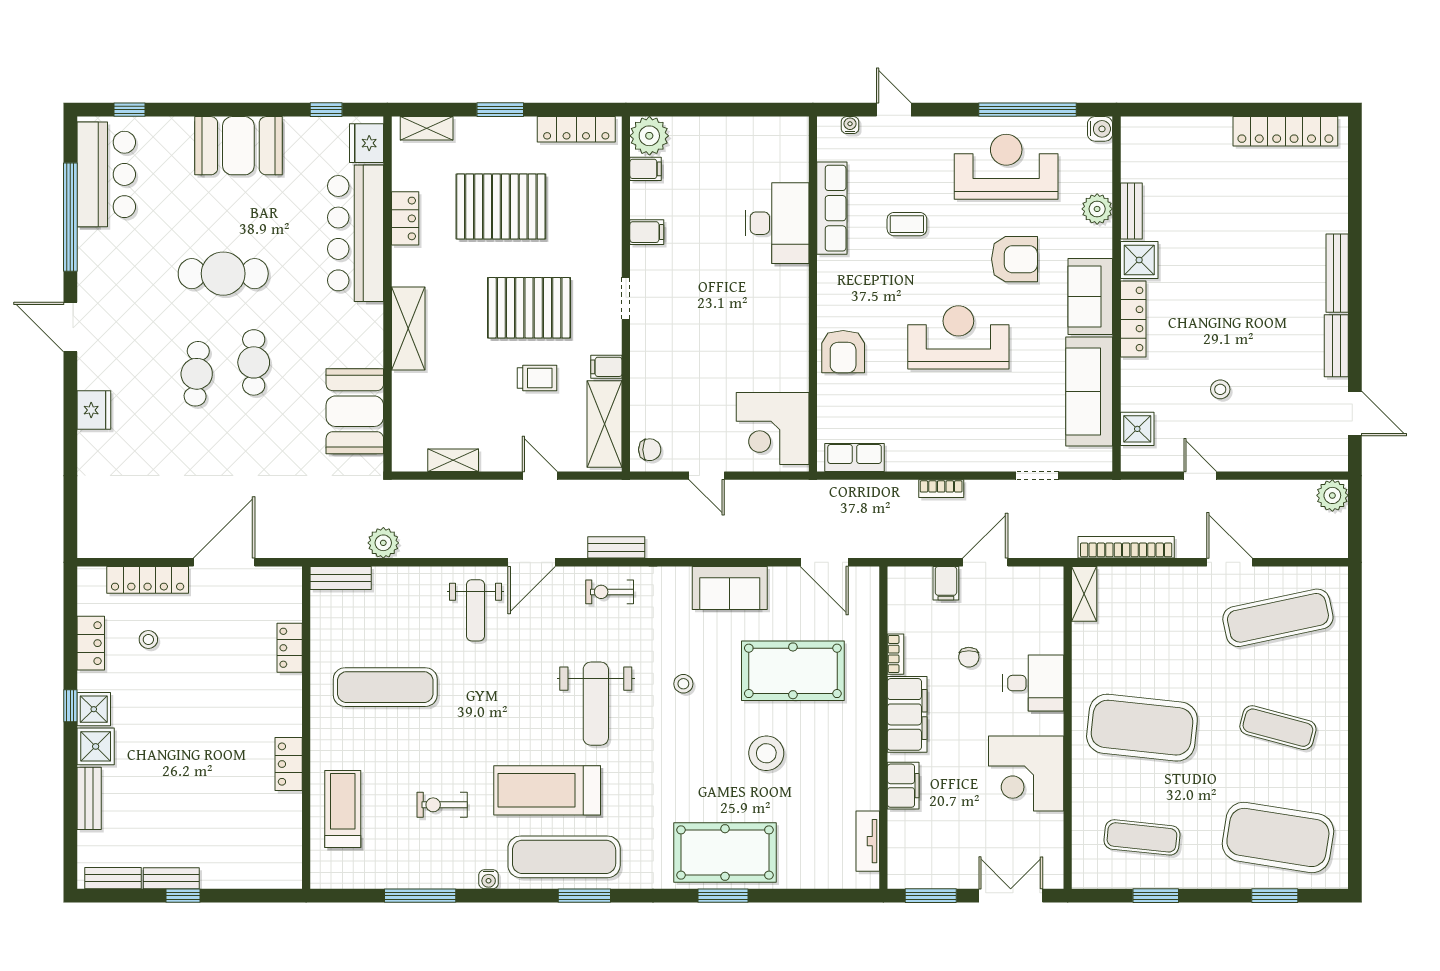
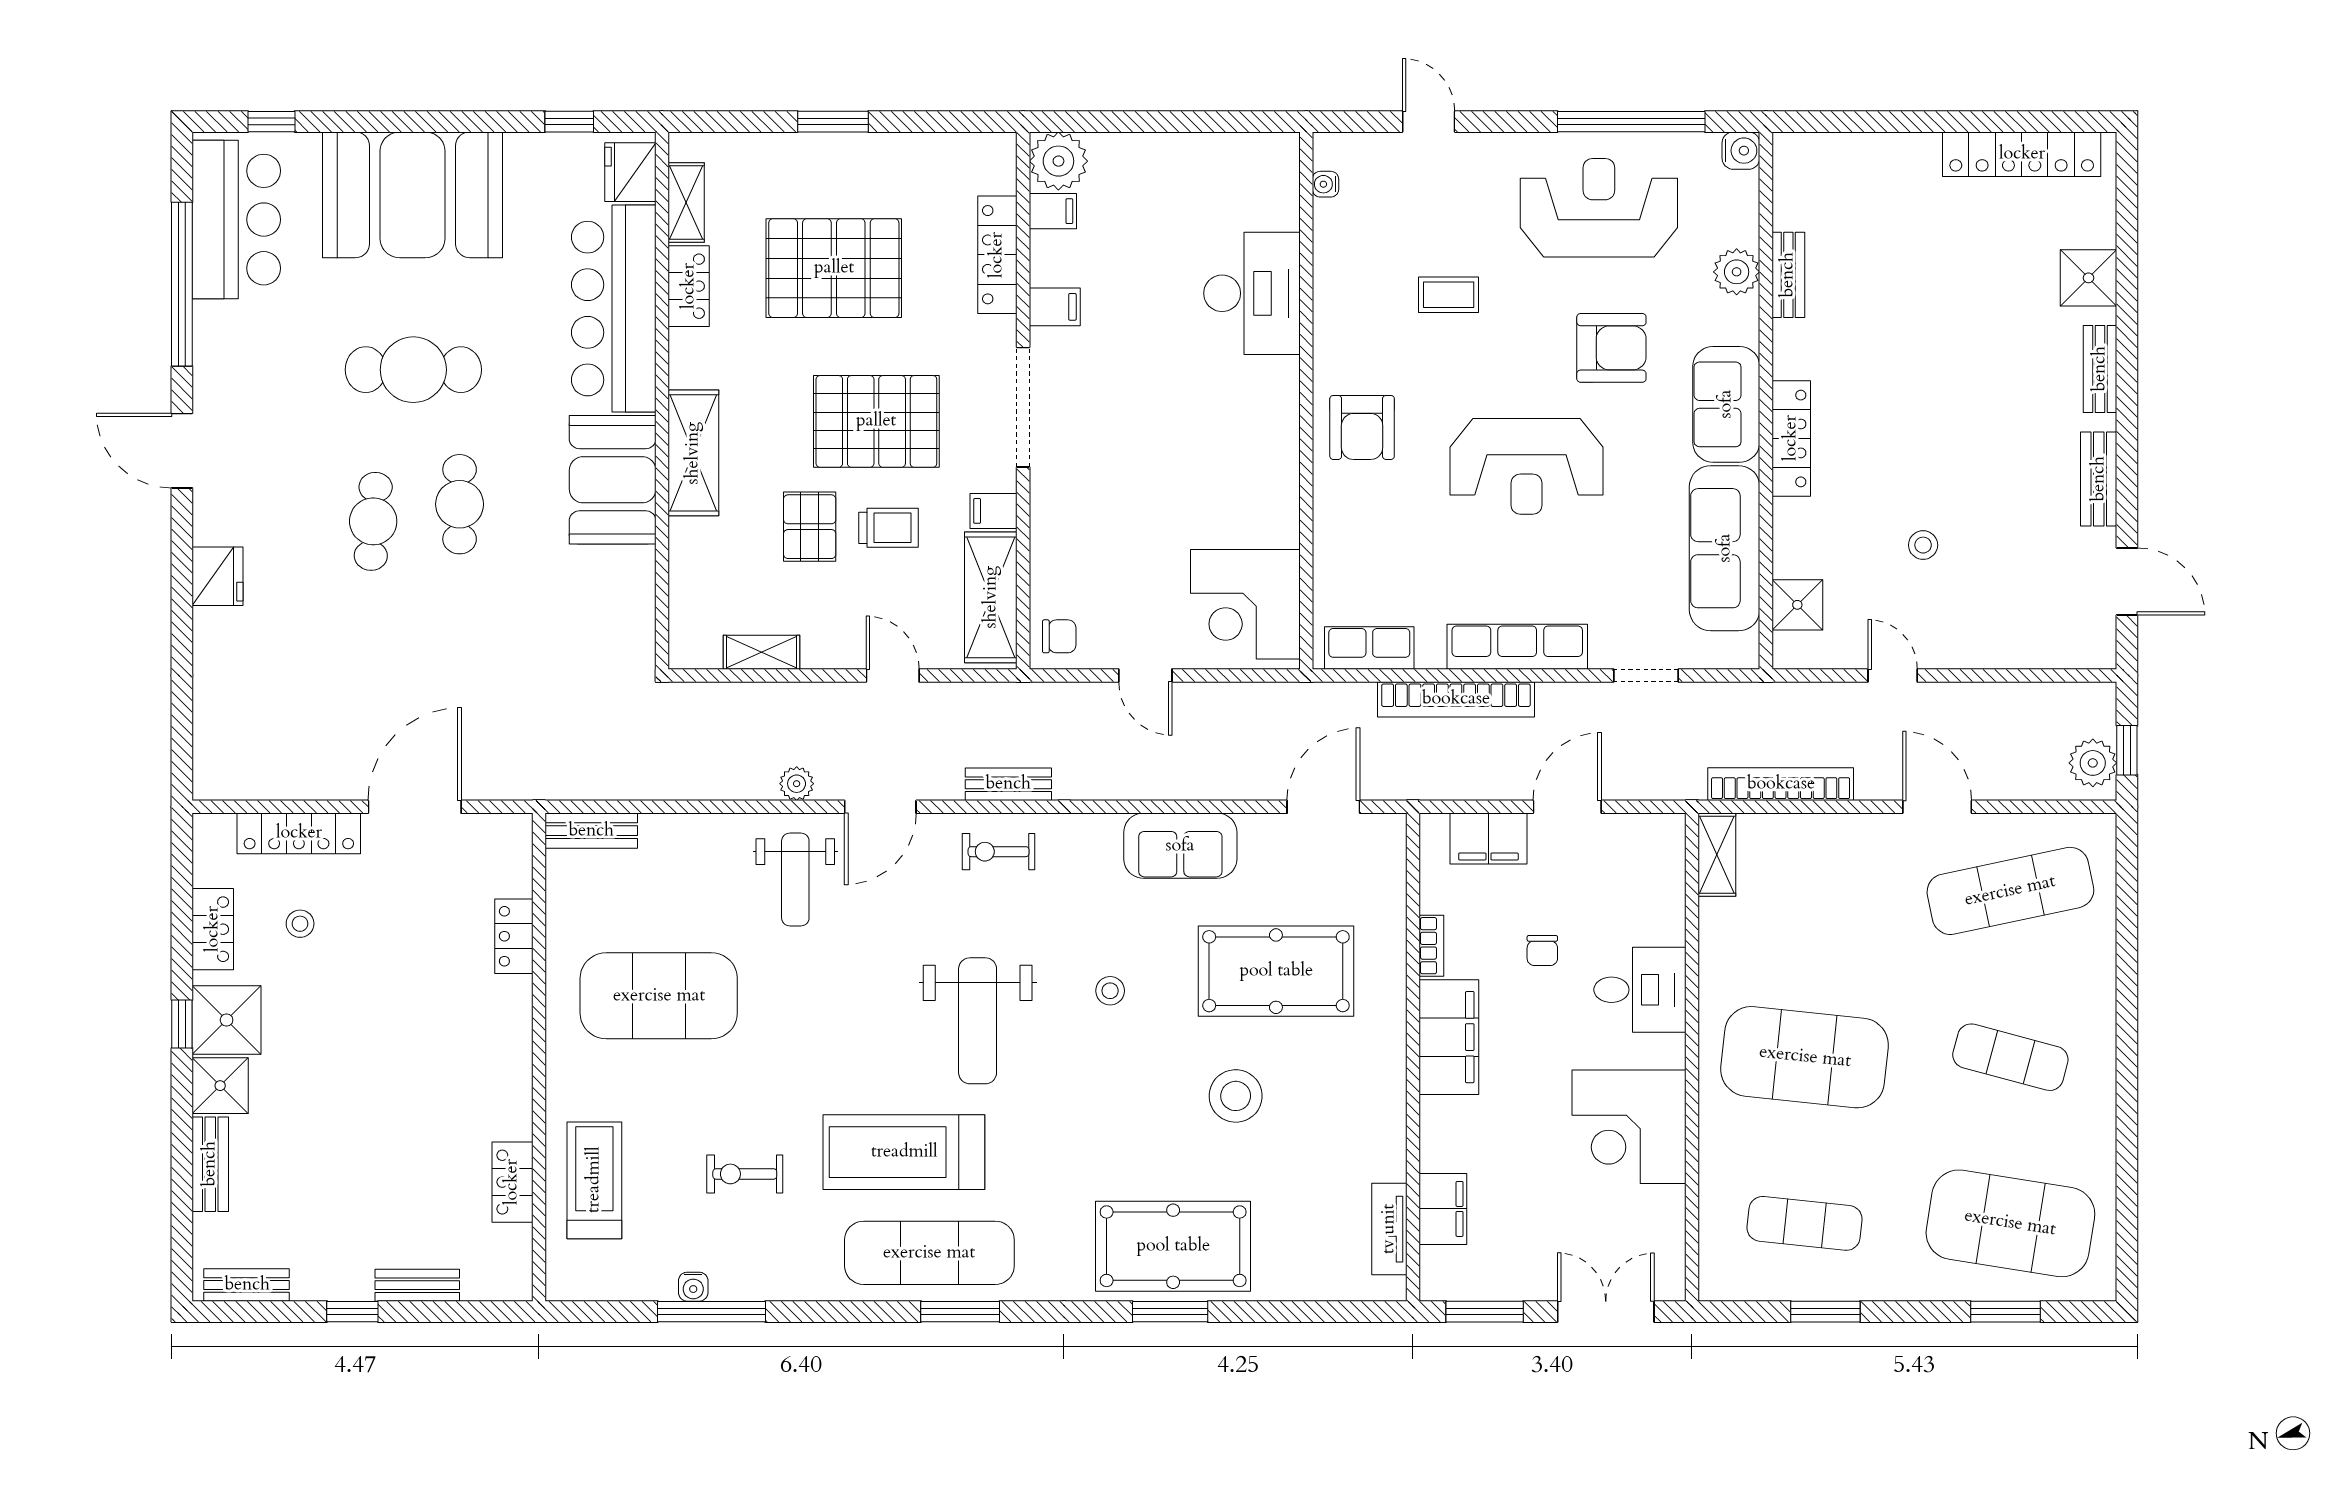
water cooler: (850, 125) -> (1325, 184), moved, turned -90
shelving: (427, 128) -> (686, 203), moved, turned 90
locker: (576, 129) -> (997, 255), moved, turned 90
booth: (238, 146) -> (413, 195), width x1.36, depth x1.42
row of seats: (832, 208) -> (1517, 647), moved, turned -90
shower: (1139, 260) -> (2089, 278), moved
bench: (1337, 273) -> (2100, 369), width x0.73
doorway: (626, 298) -> (1023, 407), width x1.88
reception desk: (958, 337) -> (1527, 466), turned 180
armchair: (843, 352) -> (1362, 427), moved
pallet: (485, 377) -> (810, 527), added
booth: (355, 411) -> (613, 480), moved
bookcase: (941, 489) -> (1456, 699), width x2.31, depth x1.31
plant: (1332, 495) -> (2093, 763), moved
window: (1355, 525) -> (2127, 750), added
plant: (383, 543) -> (797, 784), moved, width x0.73, depth x0.73
door: (824, 562) -> (1323, 807), swing flipped
filing cabinet: (946, 583) -> (1488, 839), width x2.00
exercise mat: (385, 687) -> (659, 996), width x1.47
shower: (94, 709) -> (227, 1020), width x1.36, depth x1.36
locker: (289, 764) -> (512, 1182), moved
filing cabinet: (903, 786) -> (1443, 1209), moved
bench: (171, 878) -> (417, 1285), moved
water cooler: (489, 879) -> (693, 1287), moved

